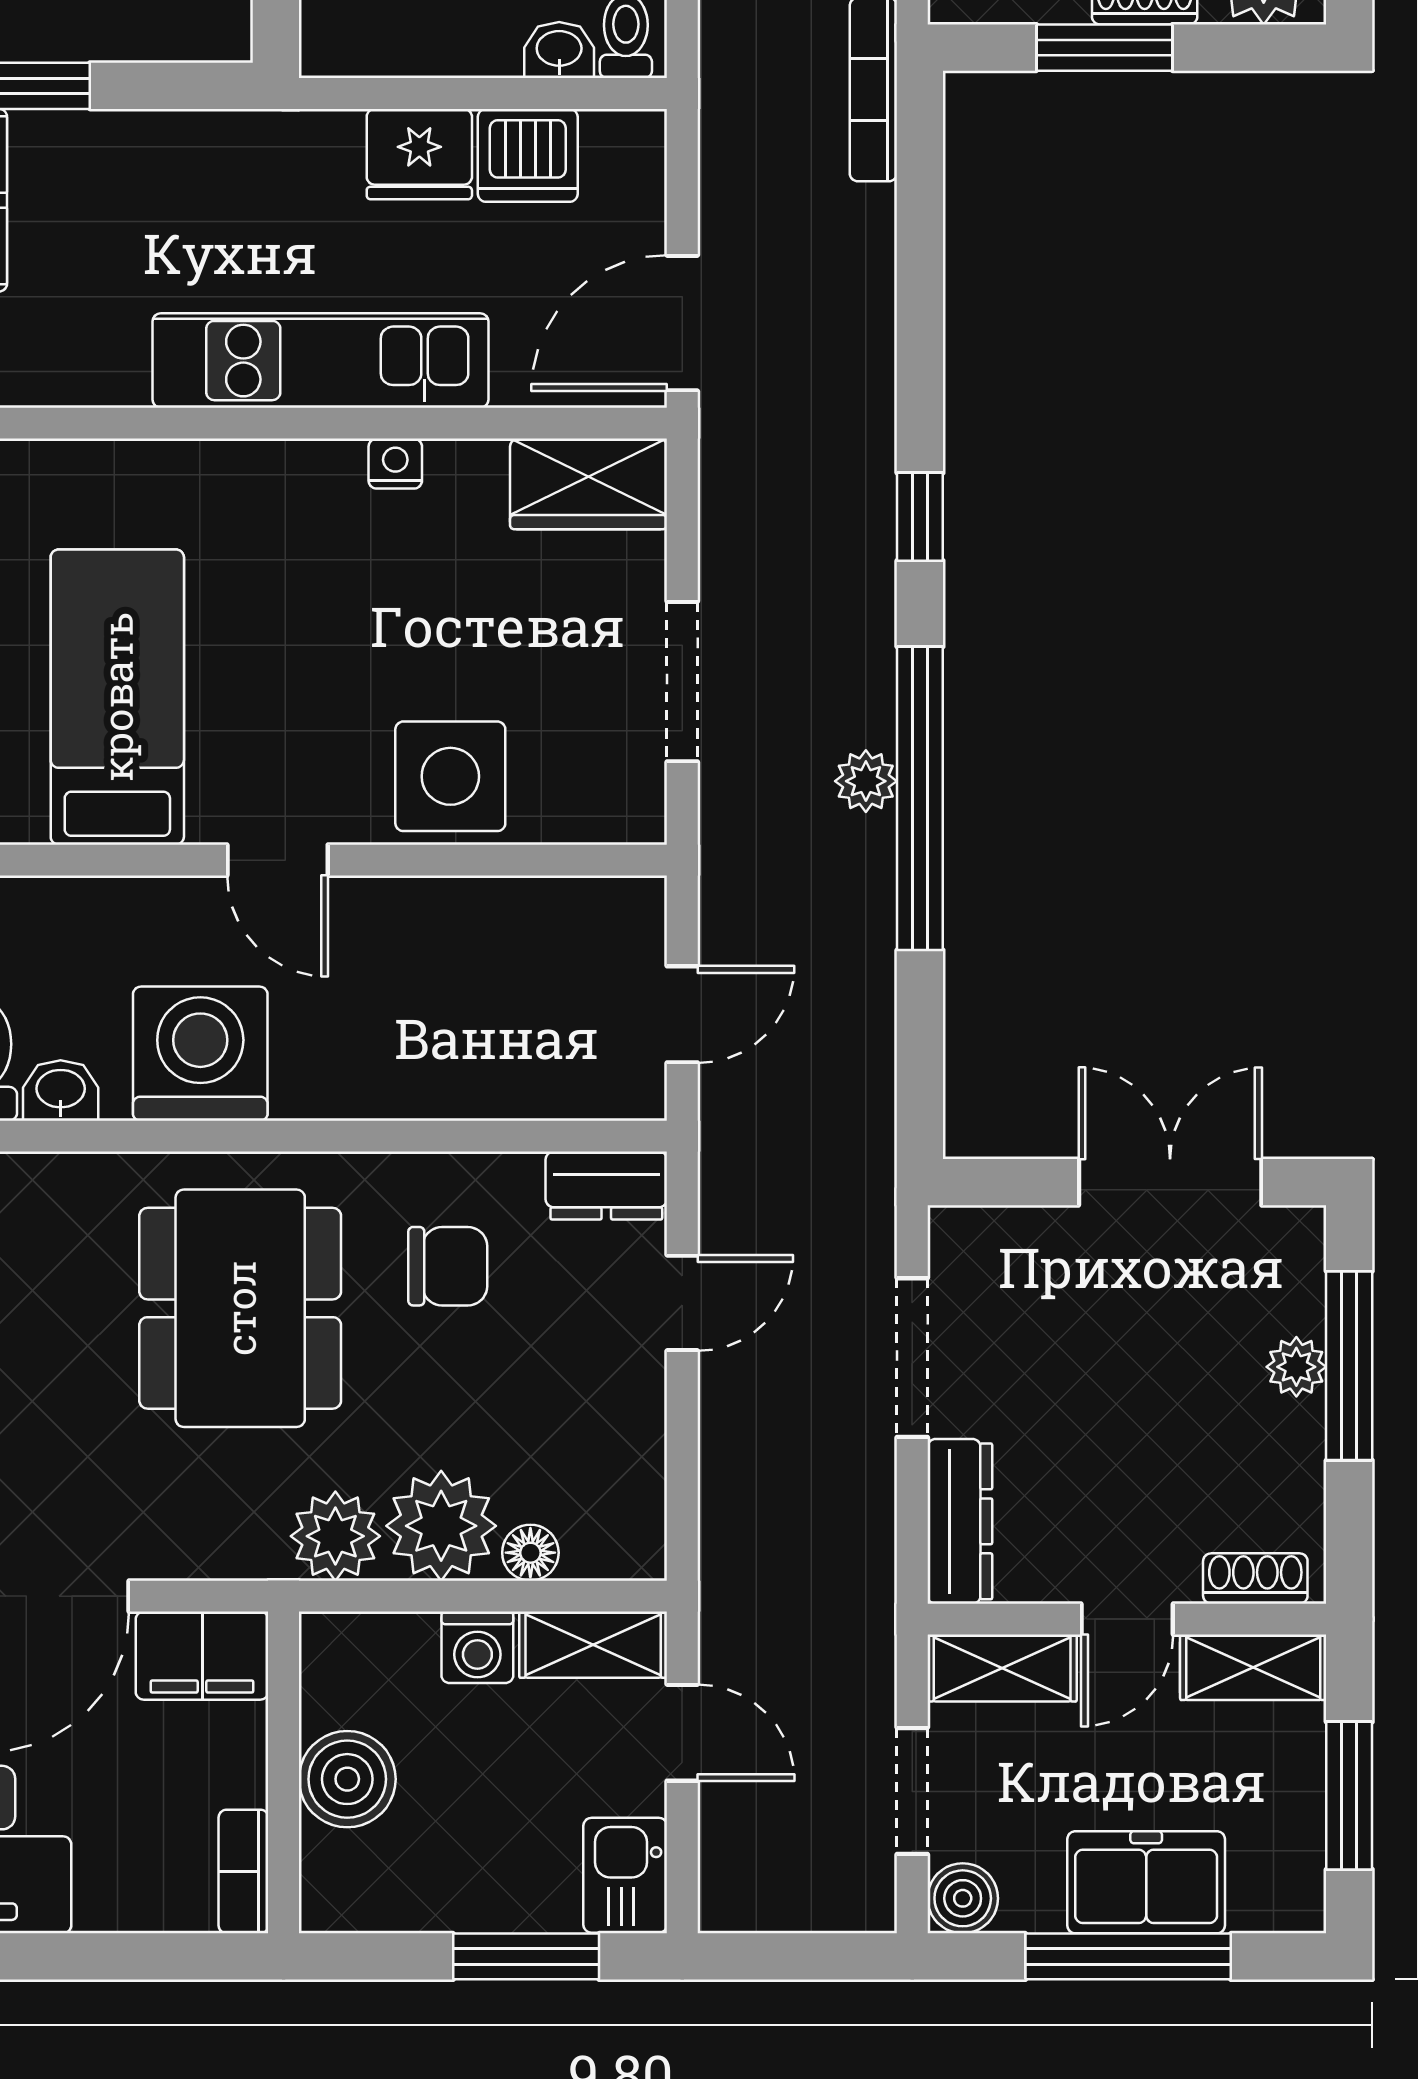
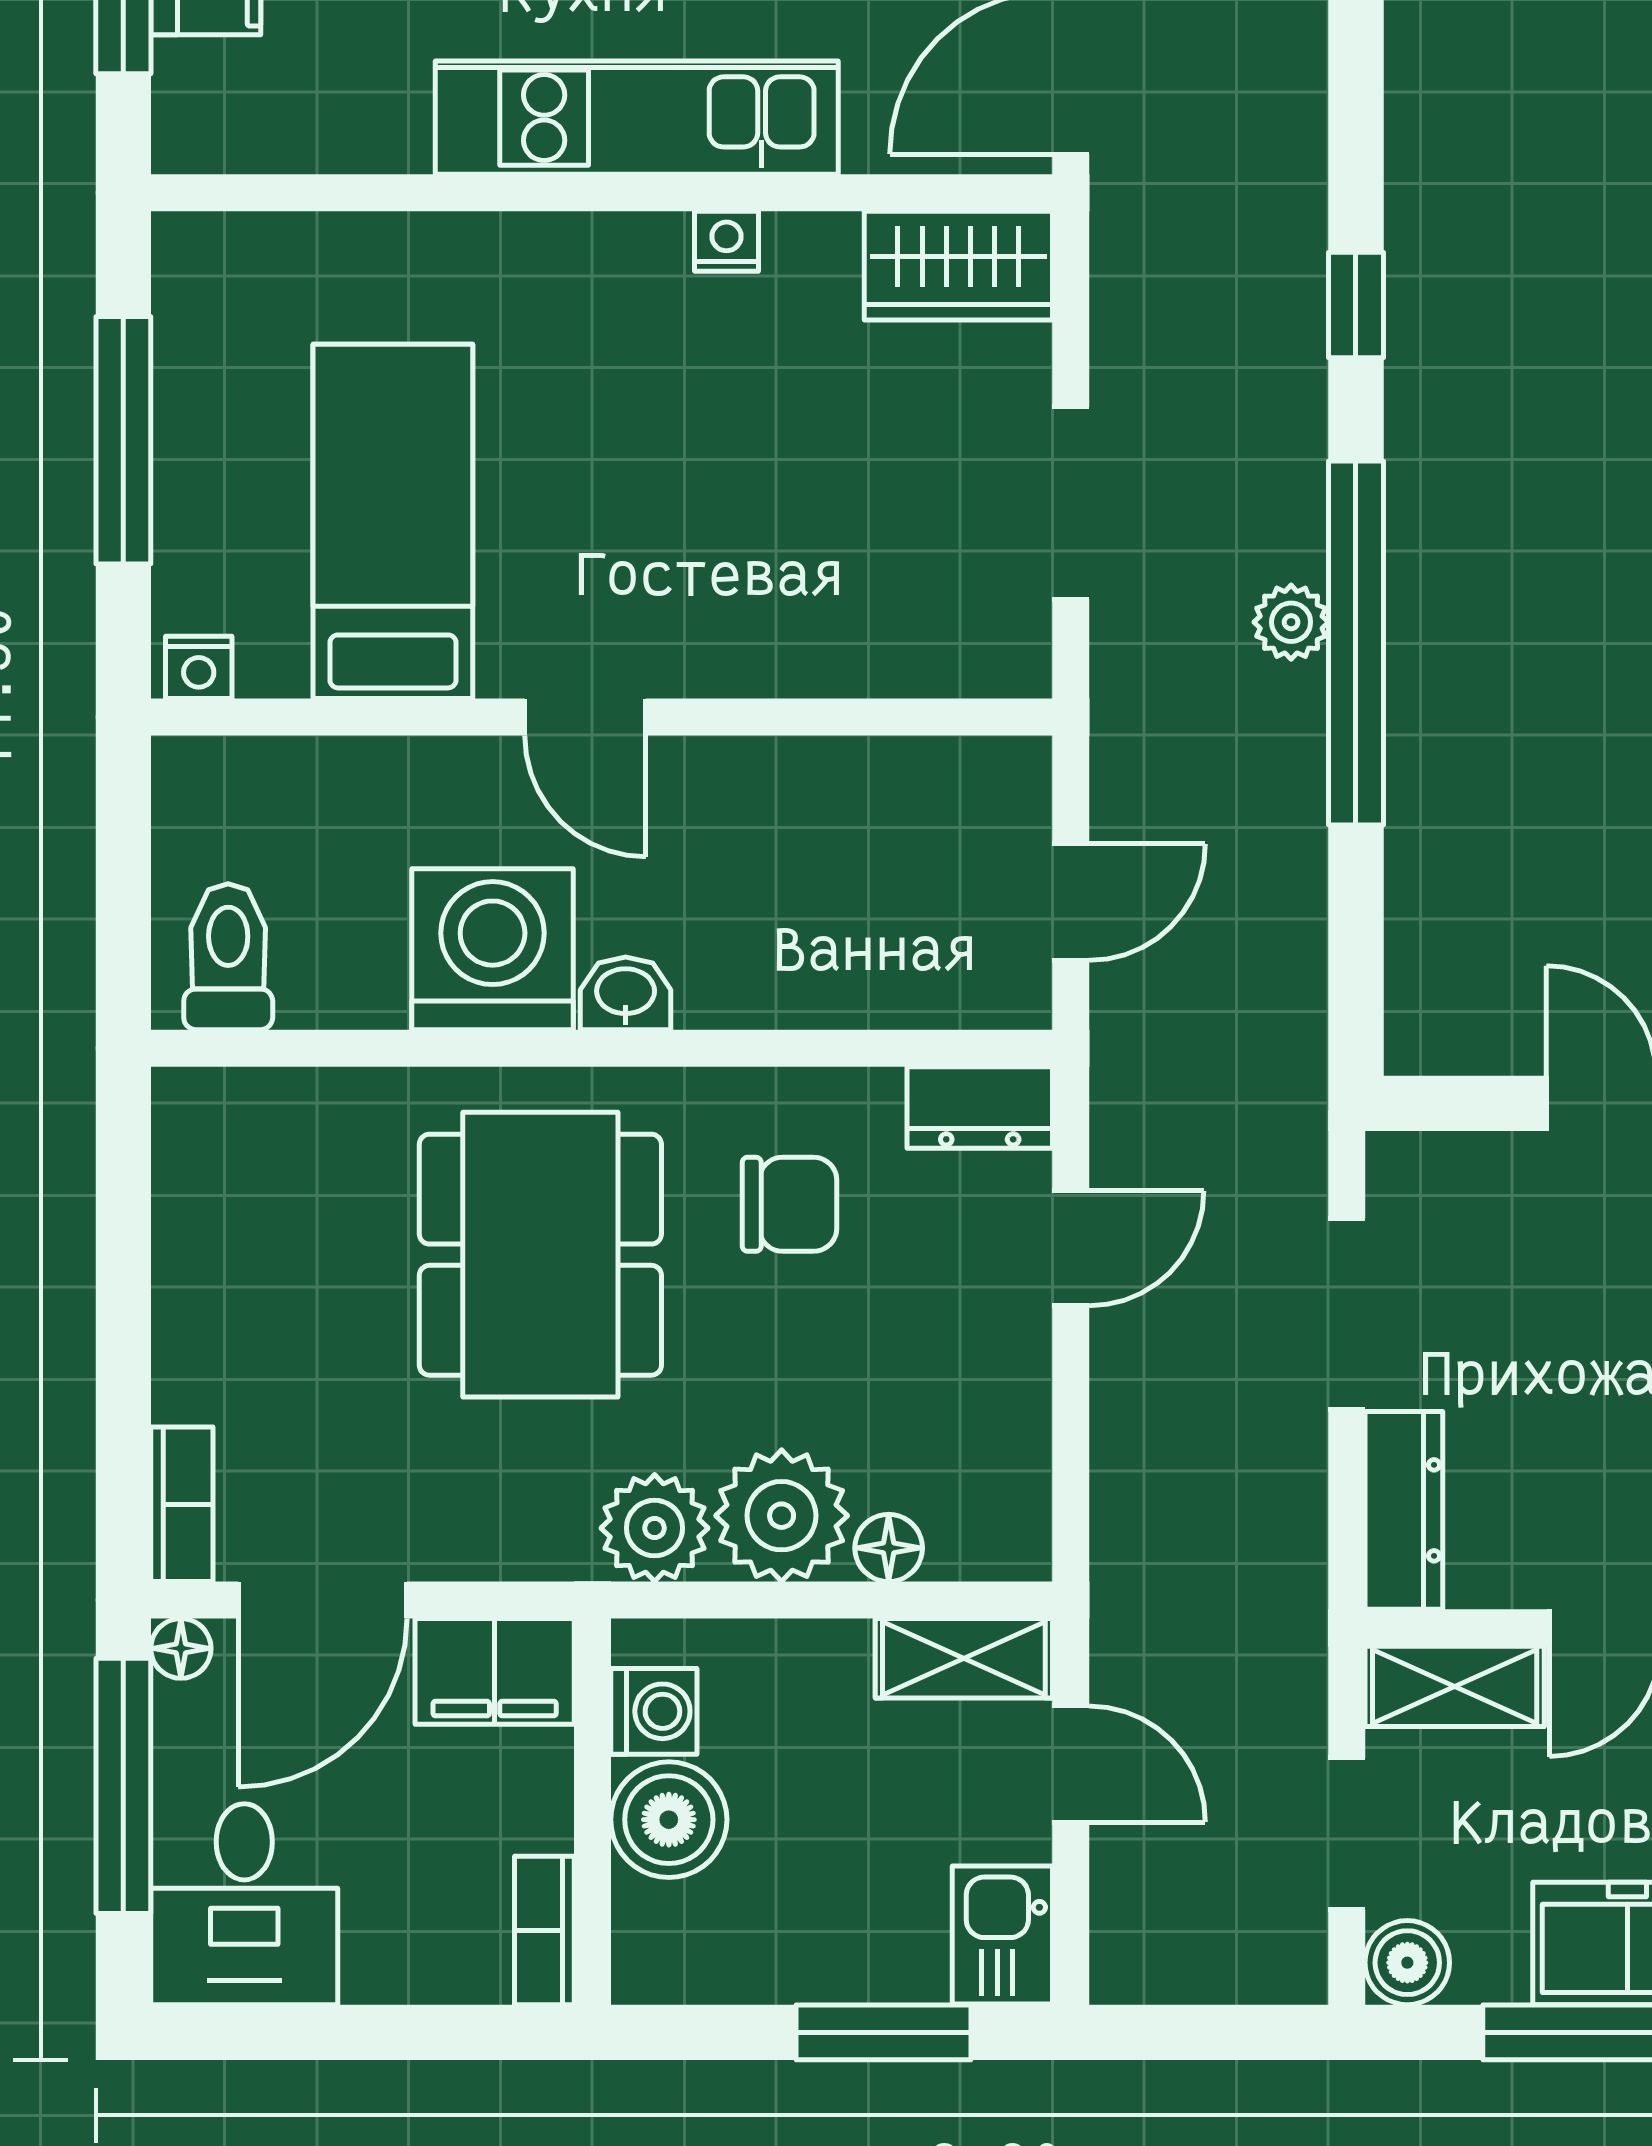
side table: (450, 776) -> (793, 616), removed
washbasin: (61, 1090) -> (626, 993), moved
washing machine: (477, 1647) -> (654, 1711), moved, turned -90

